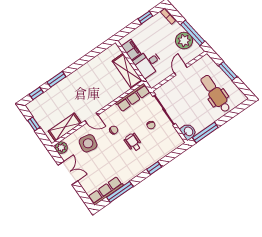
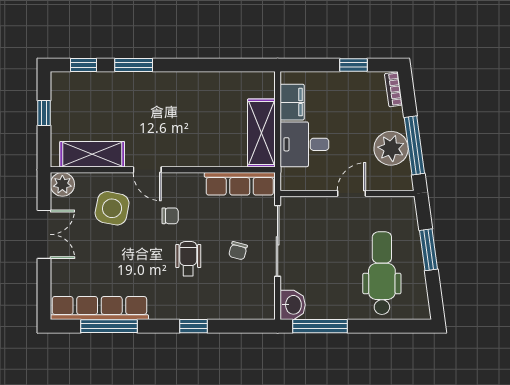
row of seats: (106, 191) -> (99, 308), width x1.36

